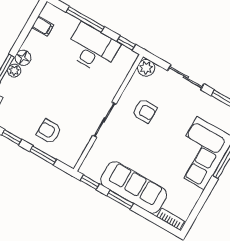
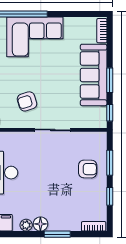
plant: (14, 71) -> (26, 225), moved
armchair: (145, 111) -> (27, 101), turned -108
armchair: (49, 131) -> (88, 169), turned -89

